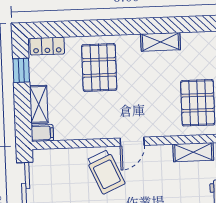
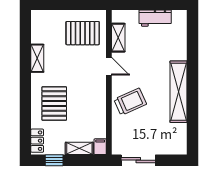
pallet: (99, 67) -> (54, 104), turned 90
door: (132, 142) -> (109, 66), moved

